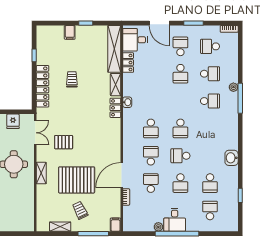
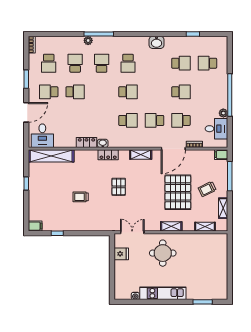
filing cabinet: (70, 32) -> (35, 226), moved
locker: (128, 63) -> (86, 142), moved
shelving: (116, 85) -> (141, 155), moved
locker: (42, 86) -> (87, 225), removed
pallet: (64, 142) -> (119, 187), moved
school desk: (180, 156) -> (128, 63), moved
door: (122, 175) -> (173, 149), hinge flipped
shelving: (41, 208) -> (205, 227), added
desk: (175, 220) -> (216, 129), moved

